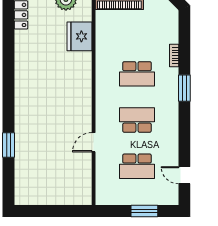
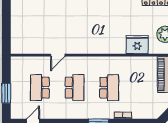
school desk: (137, 74) -> (109, 88), turned 180
door: (94, 142) -> (58, 55), swing flipped

